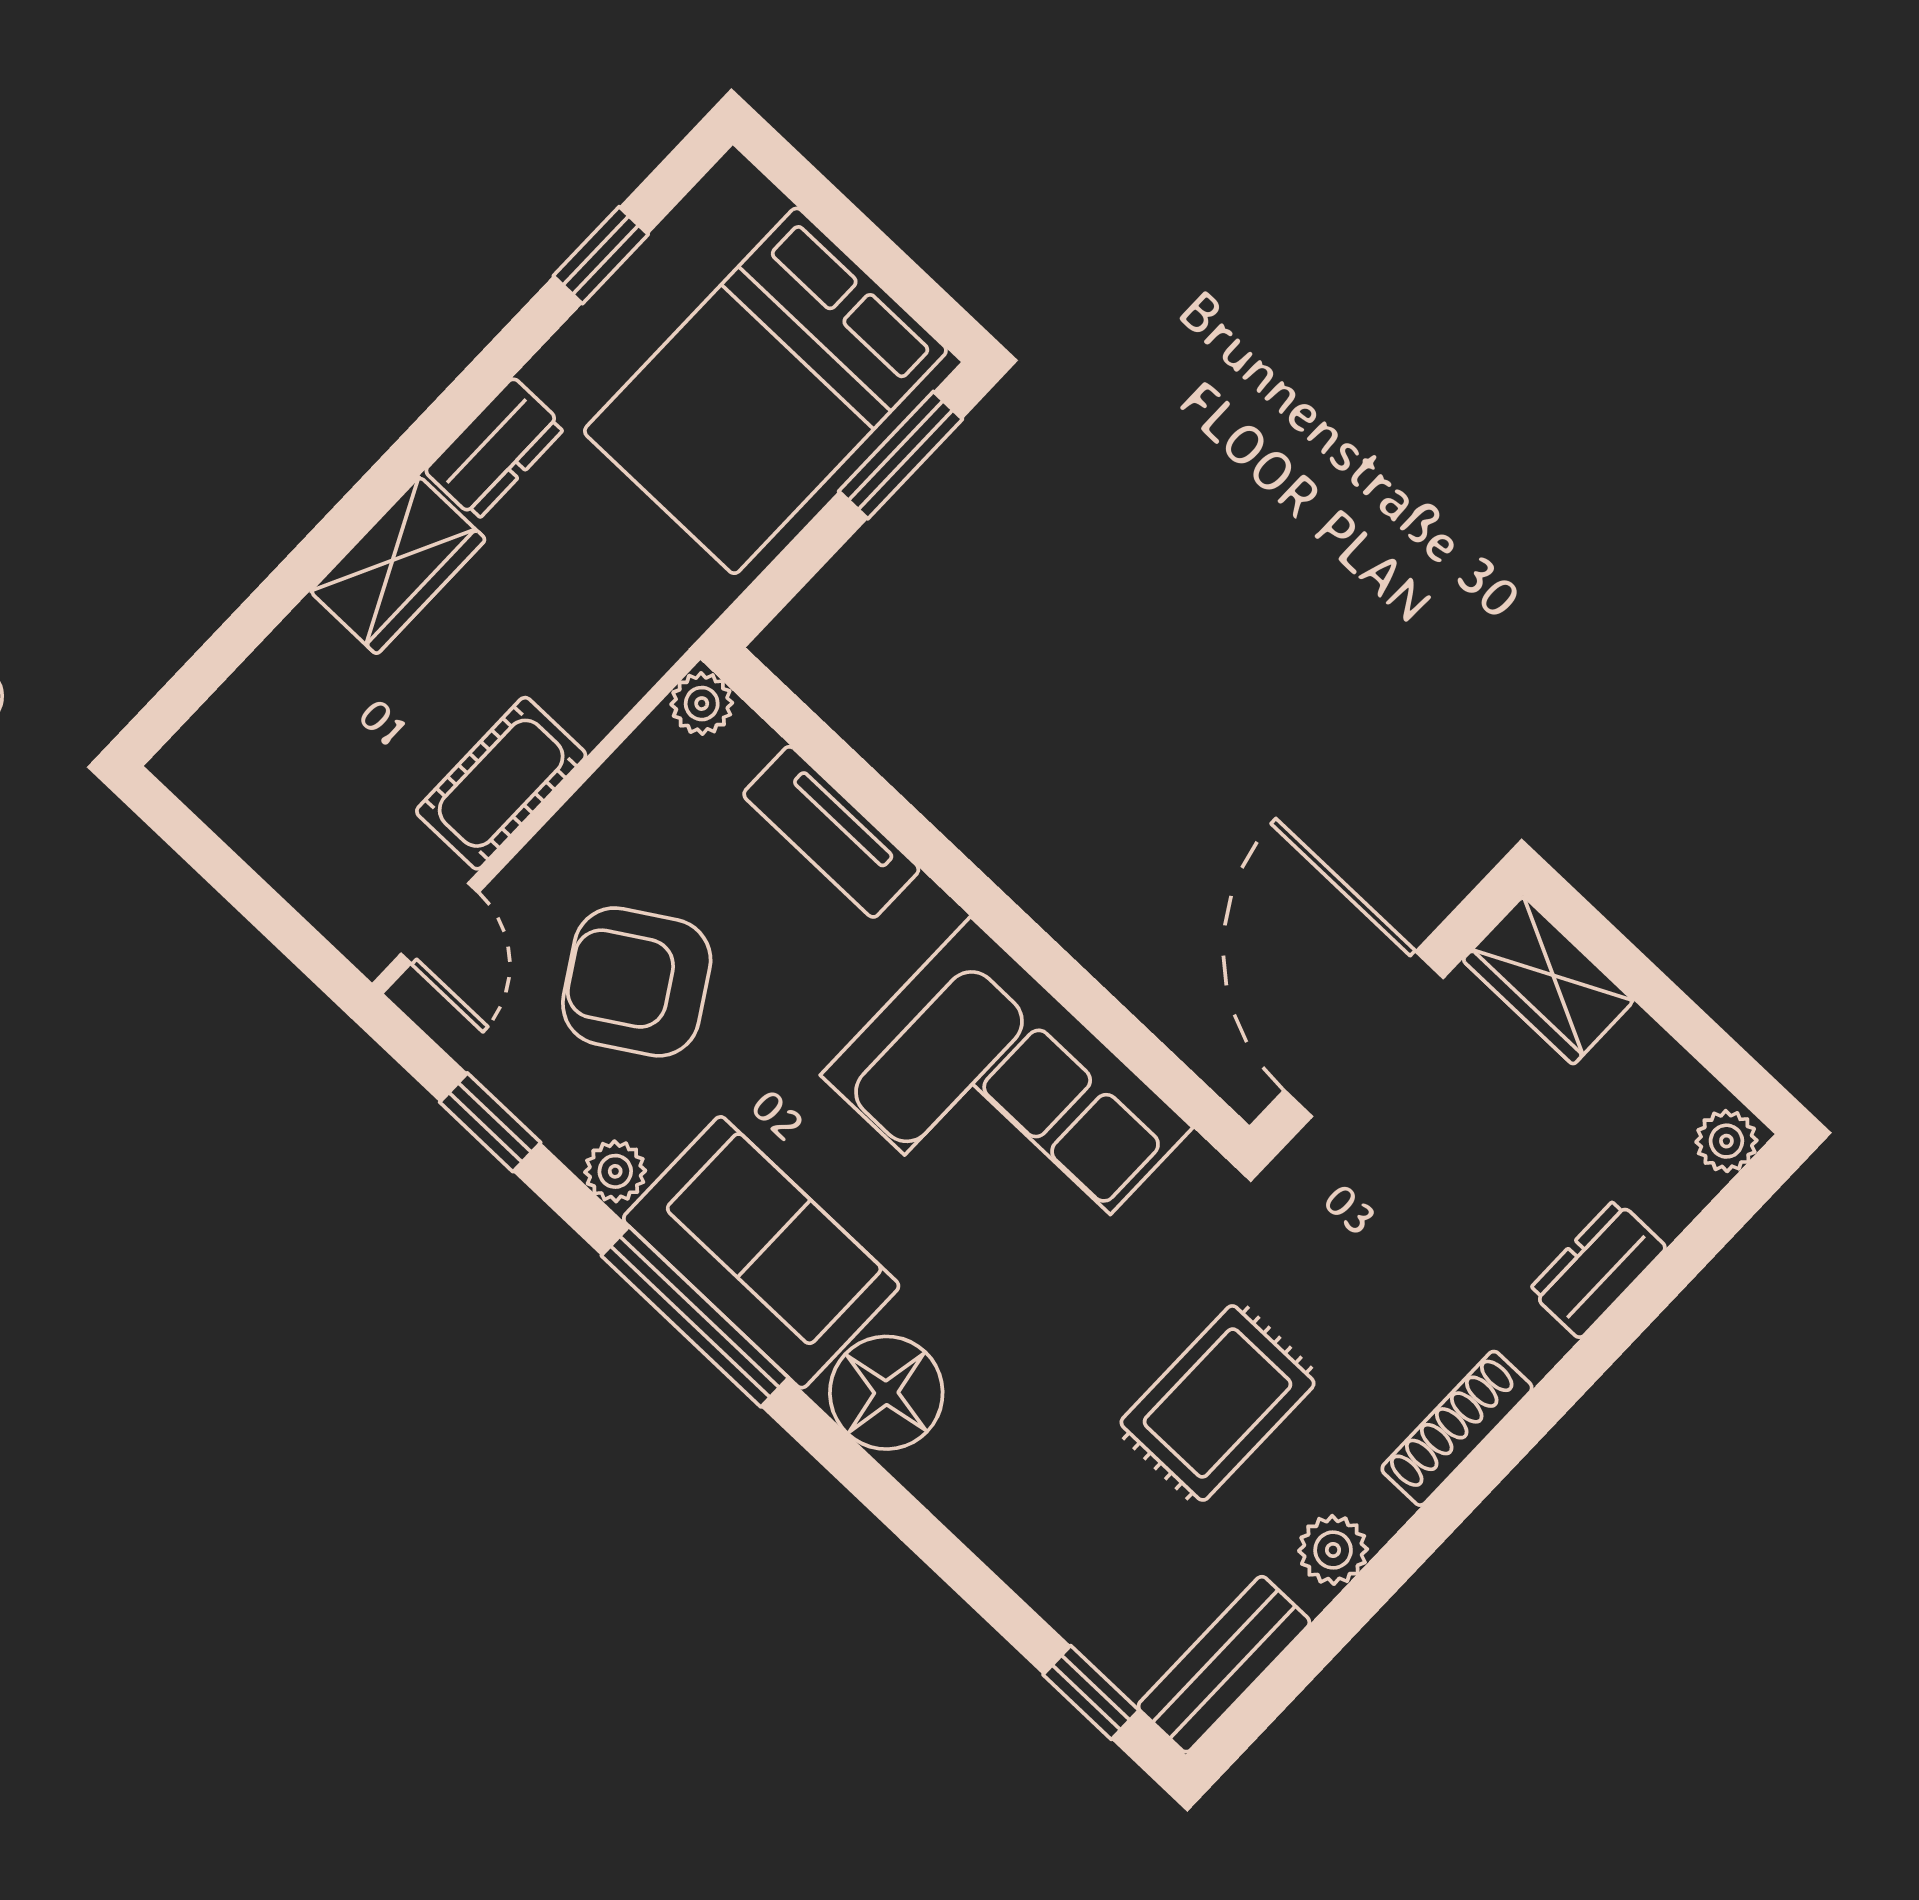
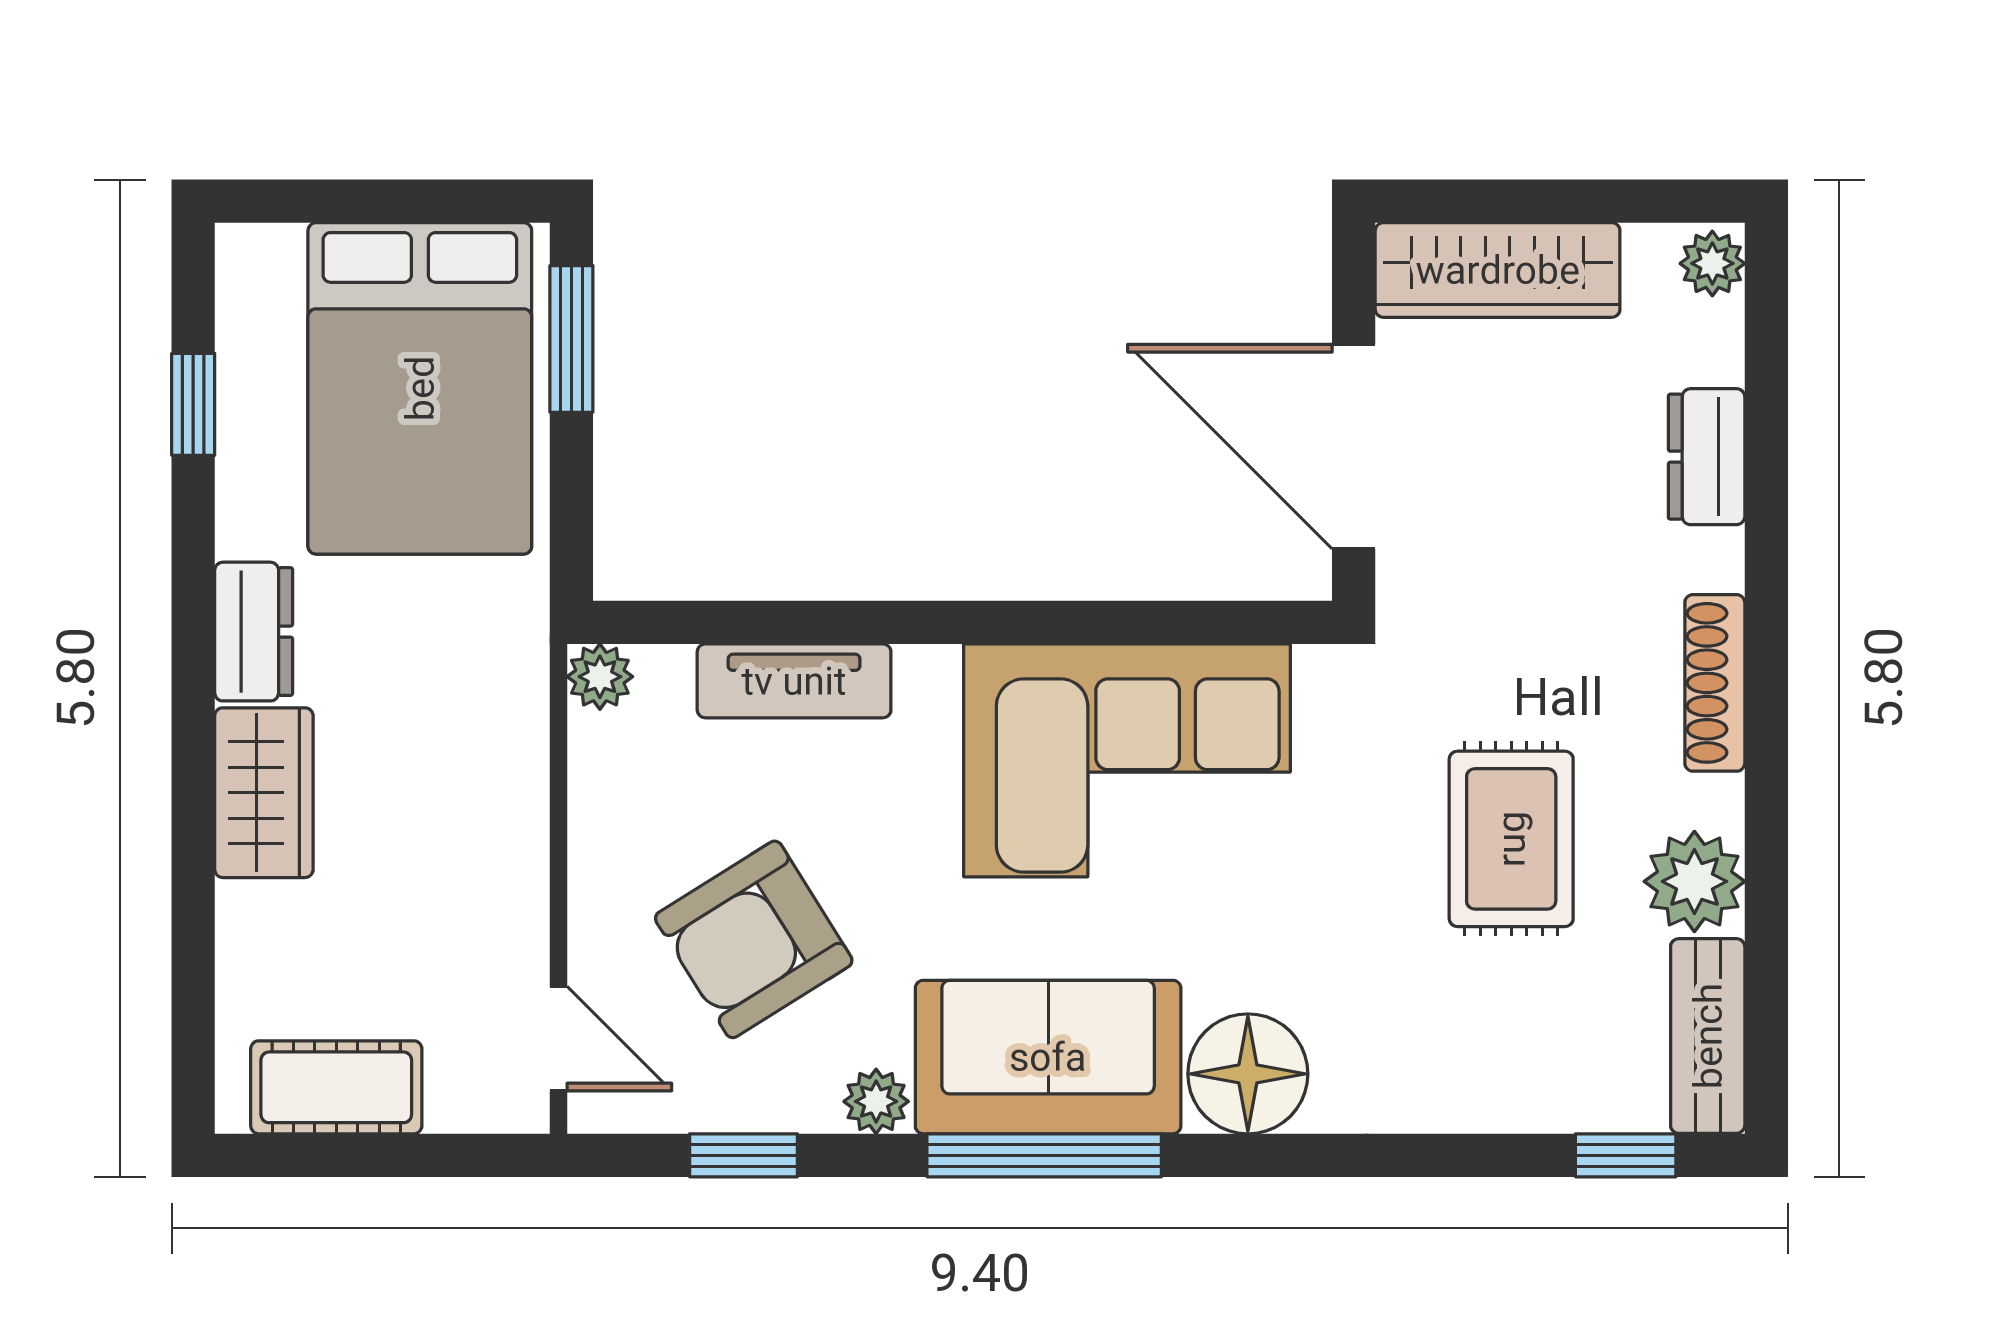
cot: (501, 783) -> (336, 1087), moved, turned 90
wardrobe: (1548, 980) -> (1498, 270), width x1.50
plant: (1333, 1550) -> (1694, 881), width x1.38, depth x1.38

